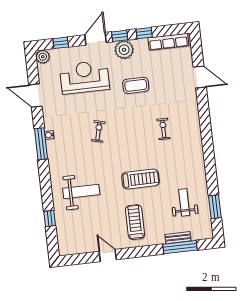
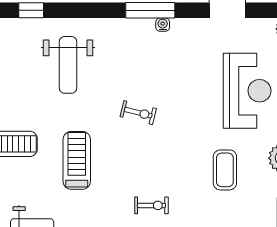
exercise bike: (98, 131) -> (138, 113), moved
treadmill: (140, 179) -> (77, 160), turned 180

